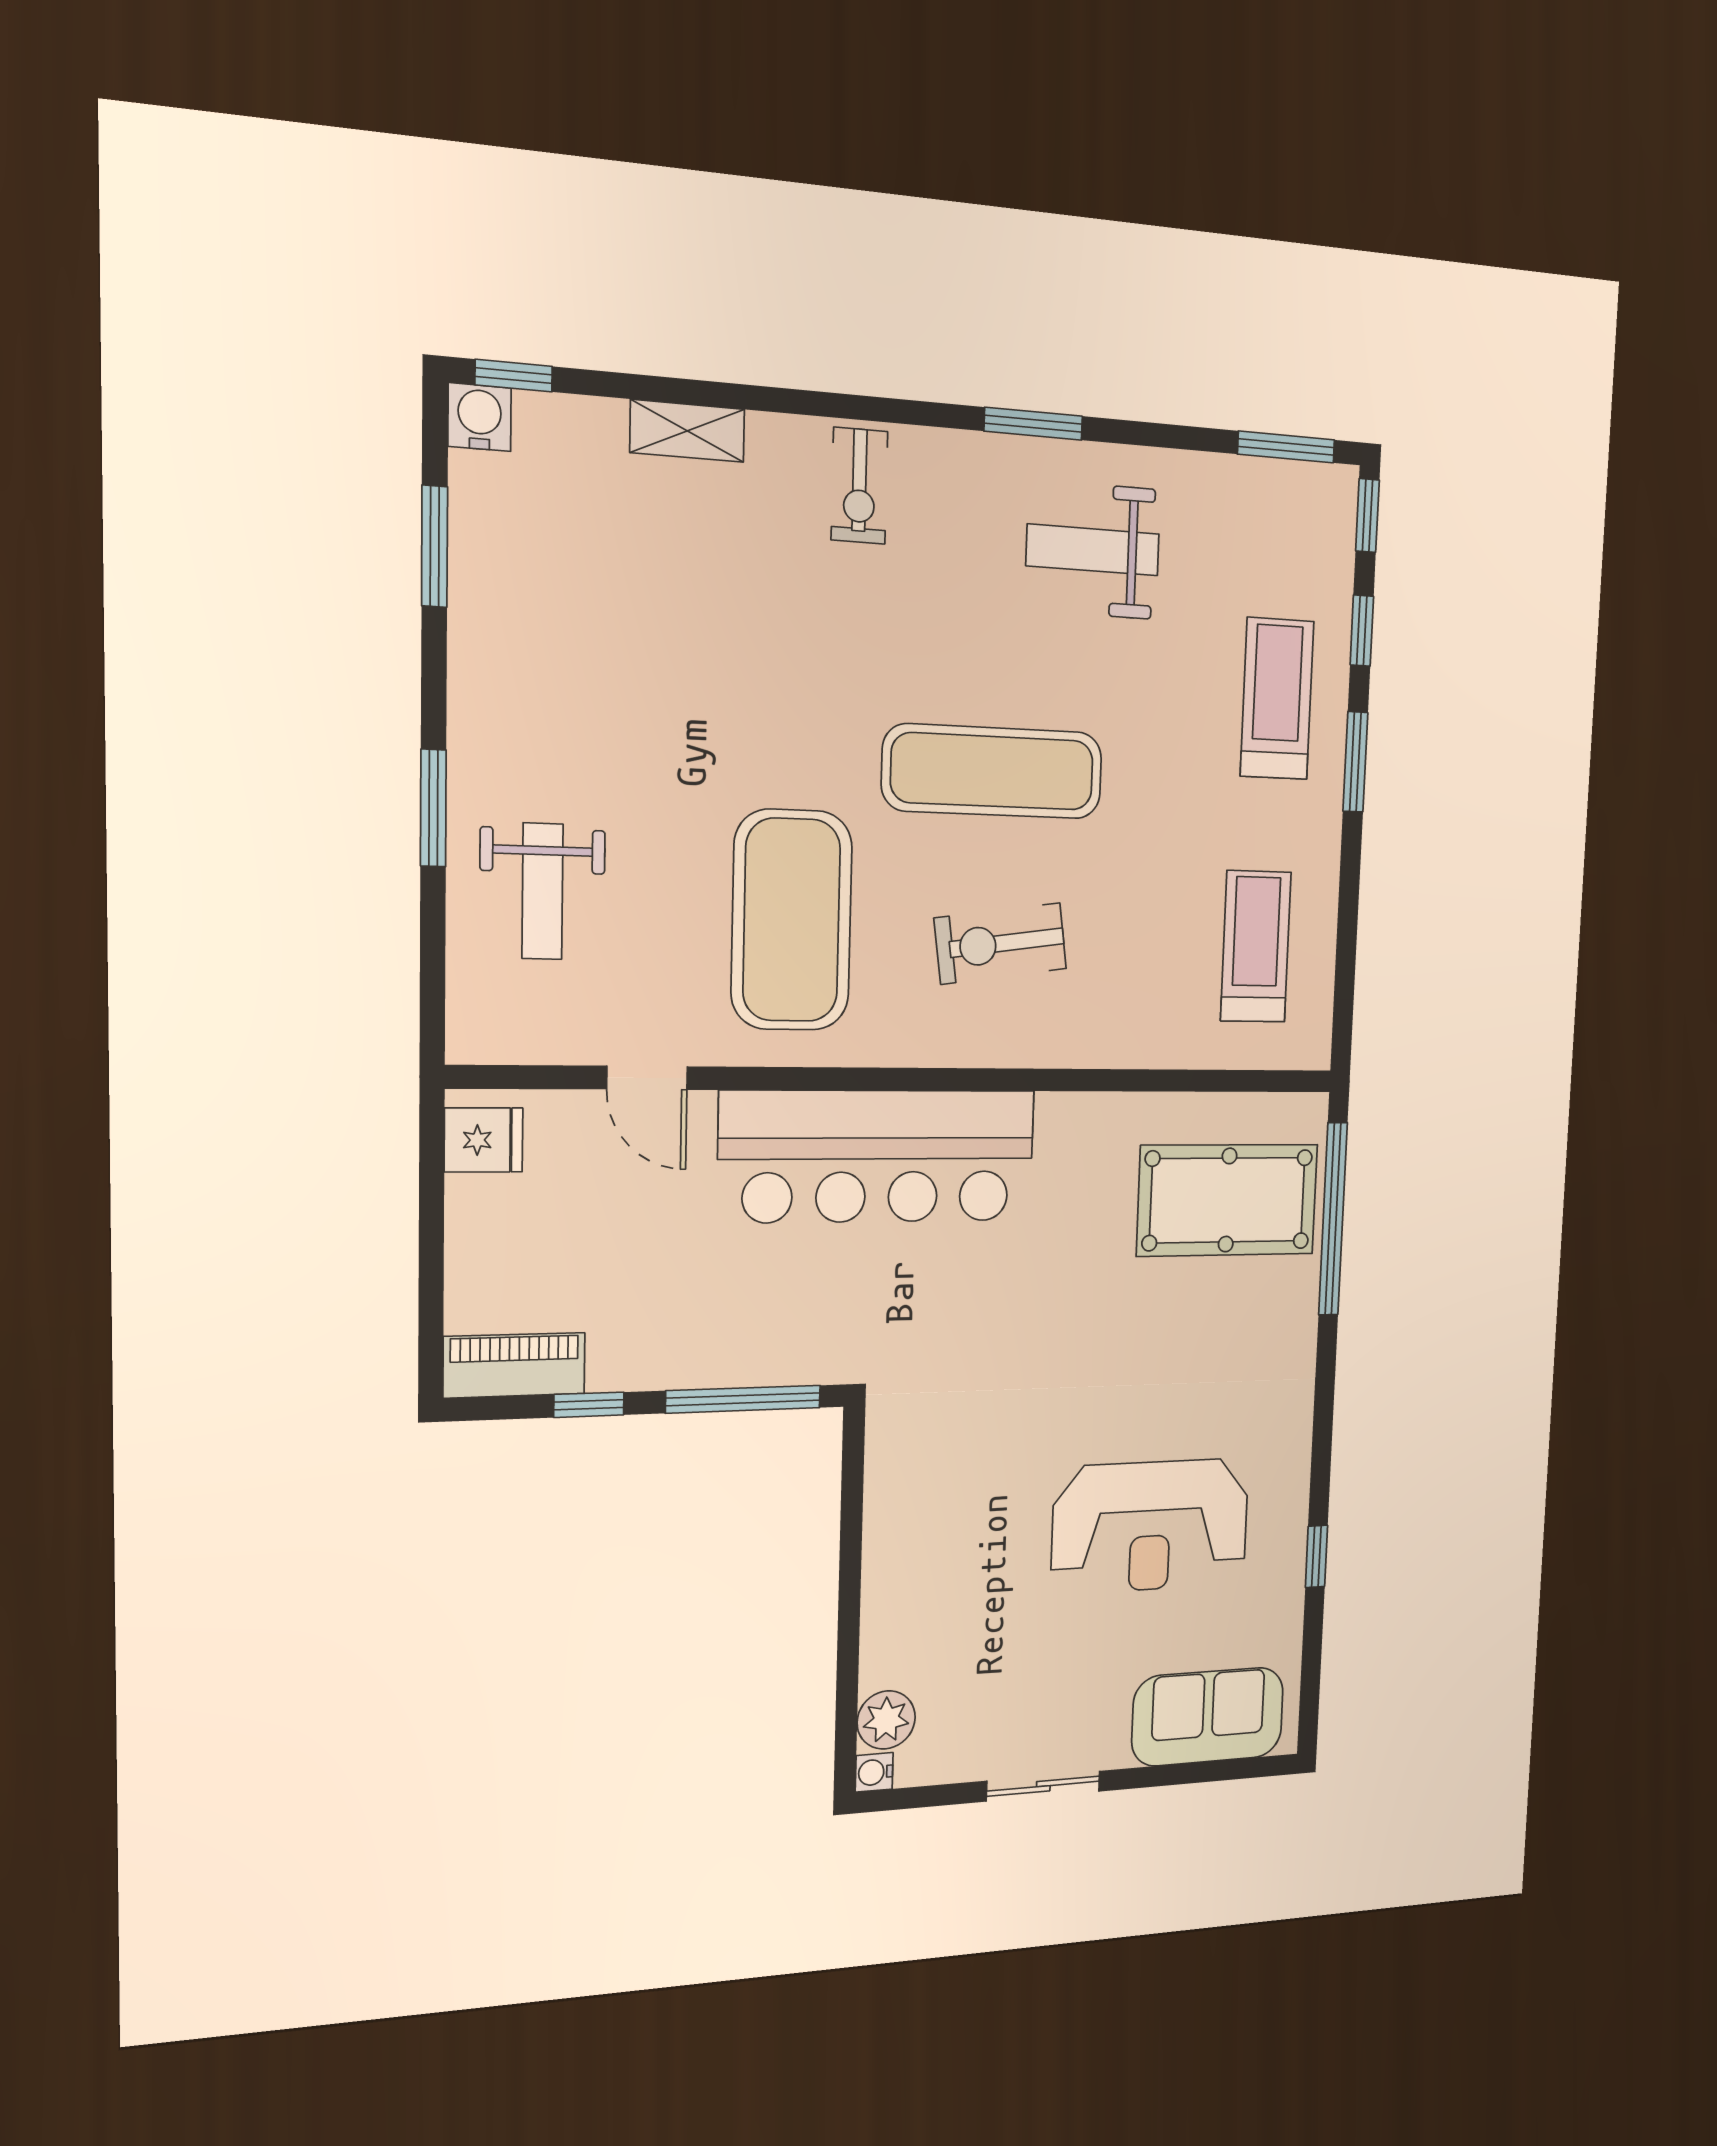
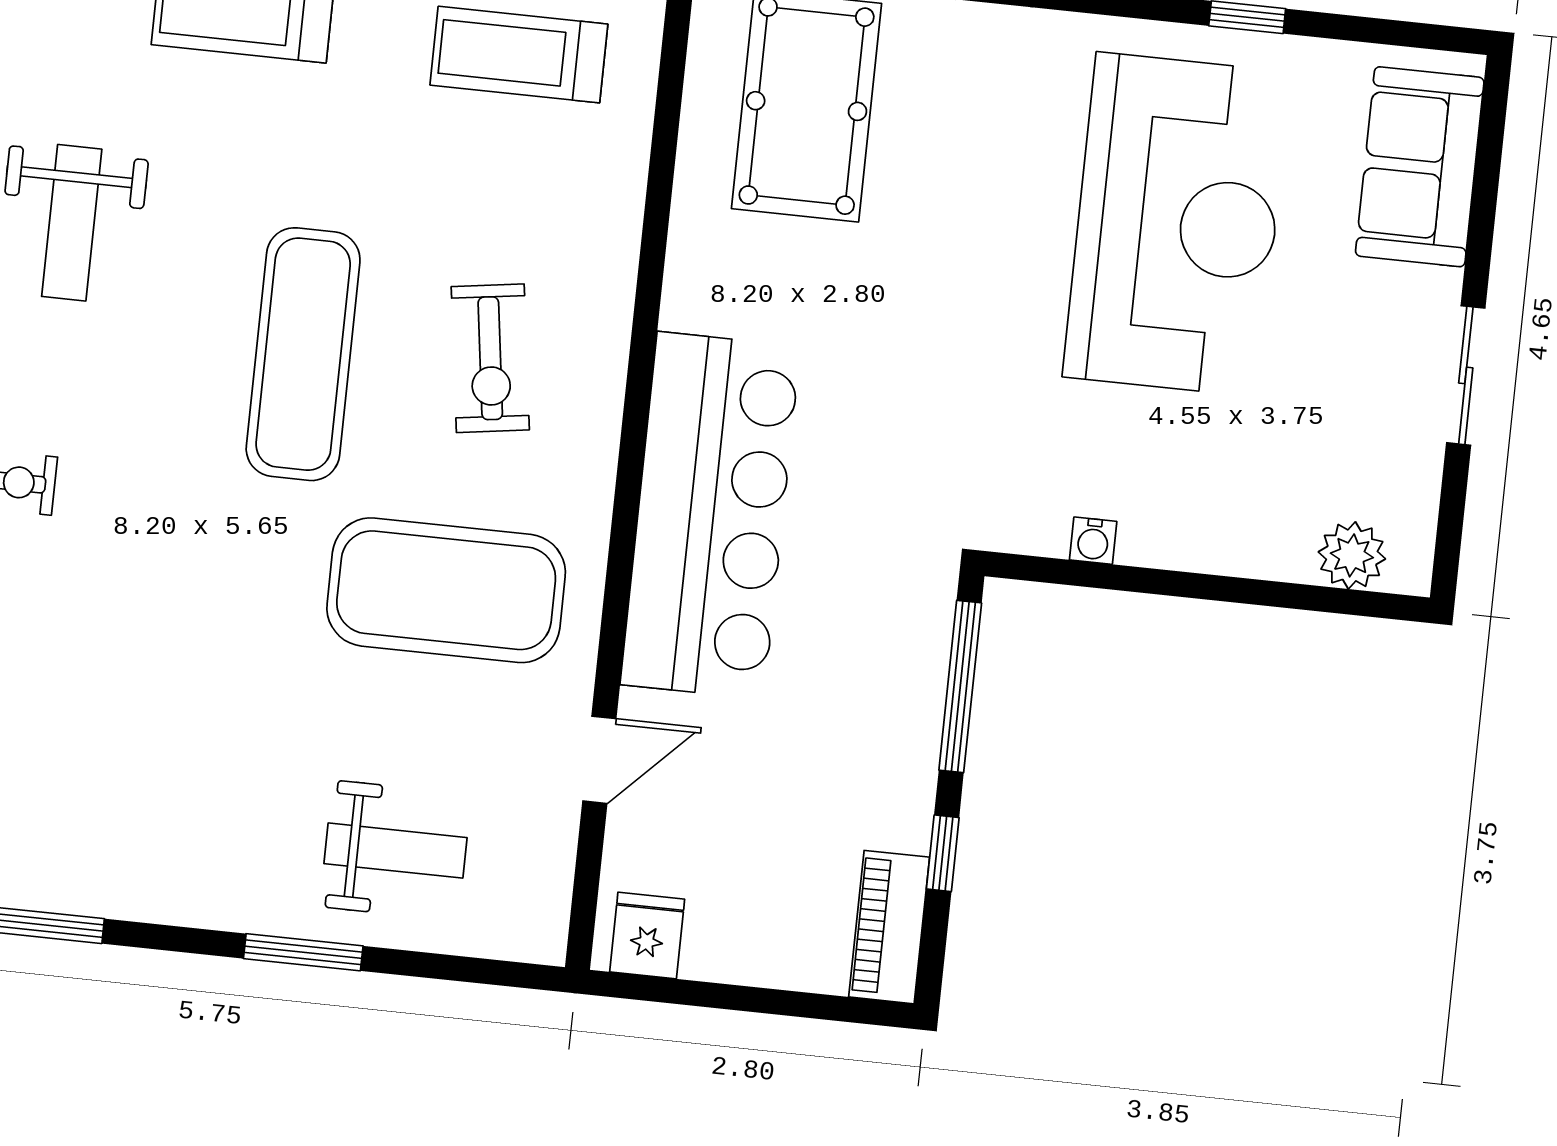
reception desk: (1150, 1526) -> (1177, 224), width x1.36, depth x1.30
water cooler: (874, 1772) -> (1093, 541), moved

